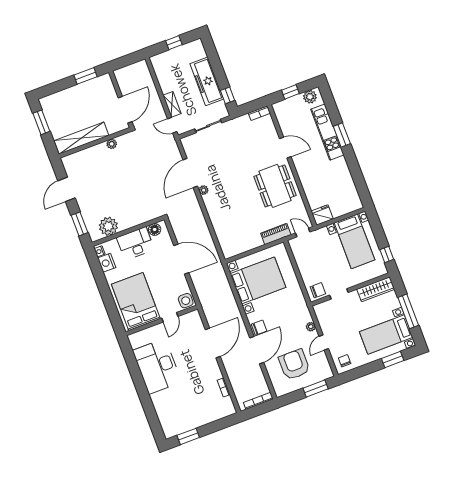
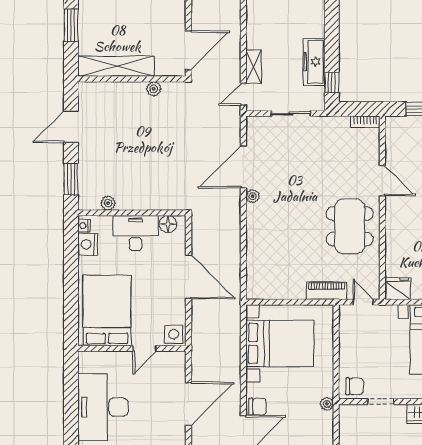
freezer: (207, 81) -> (314, 62), width x0.73, depth x0.79
door: (172, 125) -> (243, 94), hinge flipped
plant: (108, 226) -> (108, 203), width x0.53, depth x0.53
plant: (311, 327) -> (327, 404), moved

